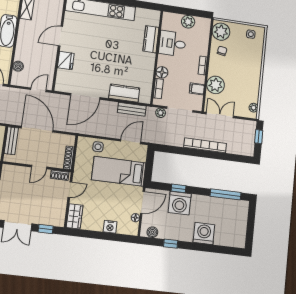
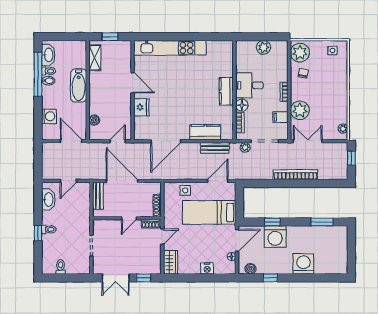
door: (60, 36) -> (133, 83), swing flipped
kitchen counter: (151, 39) -> (226, 91), moved
desk: (172, 43) -> (249, 85), moved
window: (226, 194) -> (322, 222), width x0.69

